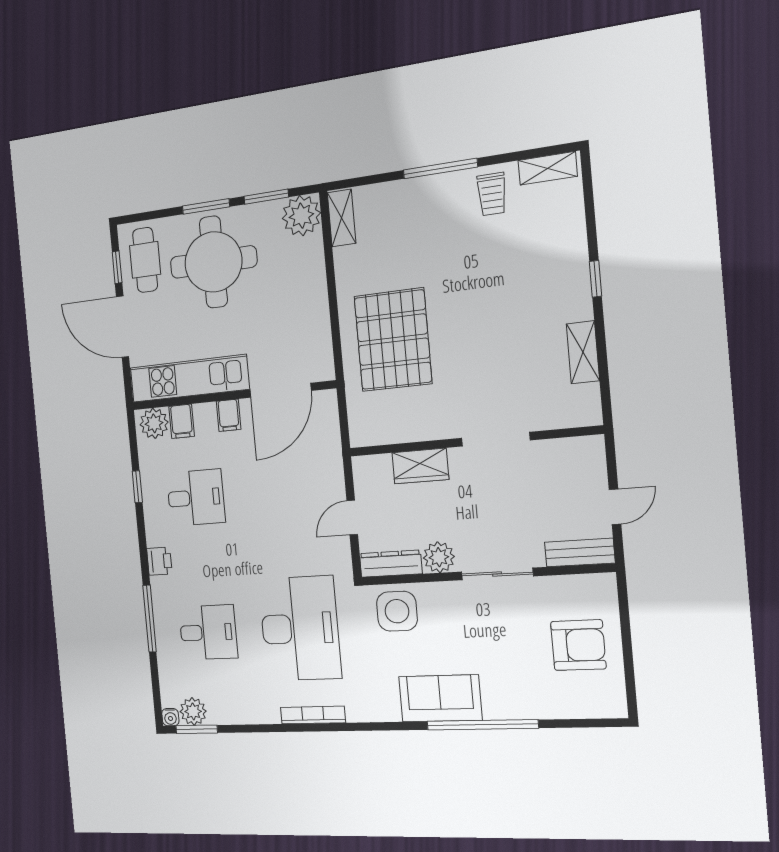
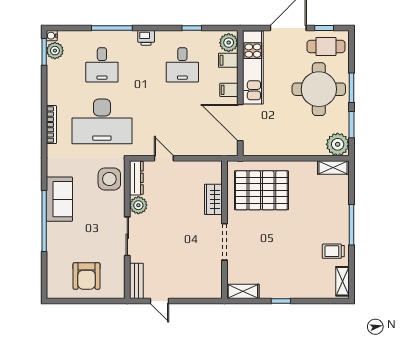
doorway: (496, 439) -> (225, 242), moved
wall: (473, 441) -> (225, 230), moved
wardrobe: (420, 466) -> (213, 199), moved

